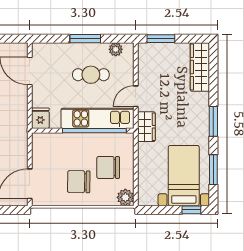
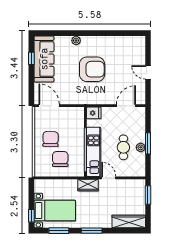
plant: (116, 49) -> (141, 147), moved
plant: (125, 197) -> (40, 171), removed

